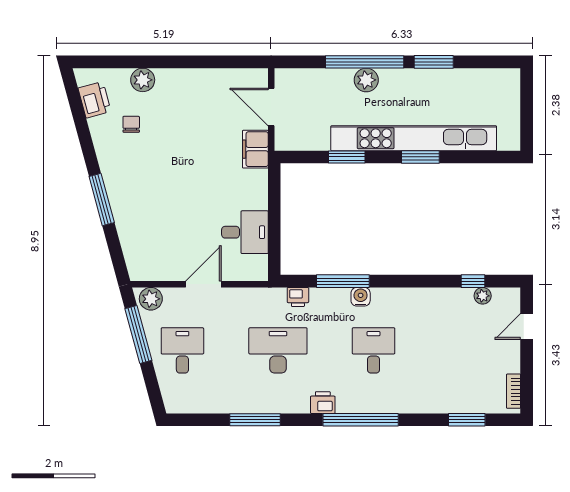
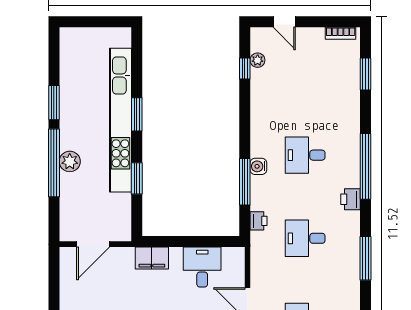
filing cabinet: (255, 149) -> (152, 258), moved
desk: (278, 350) -> (305, 238), width x0.73

